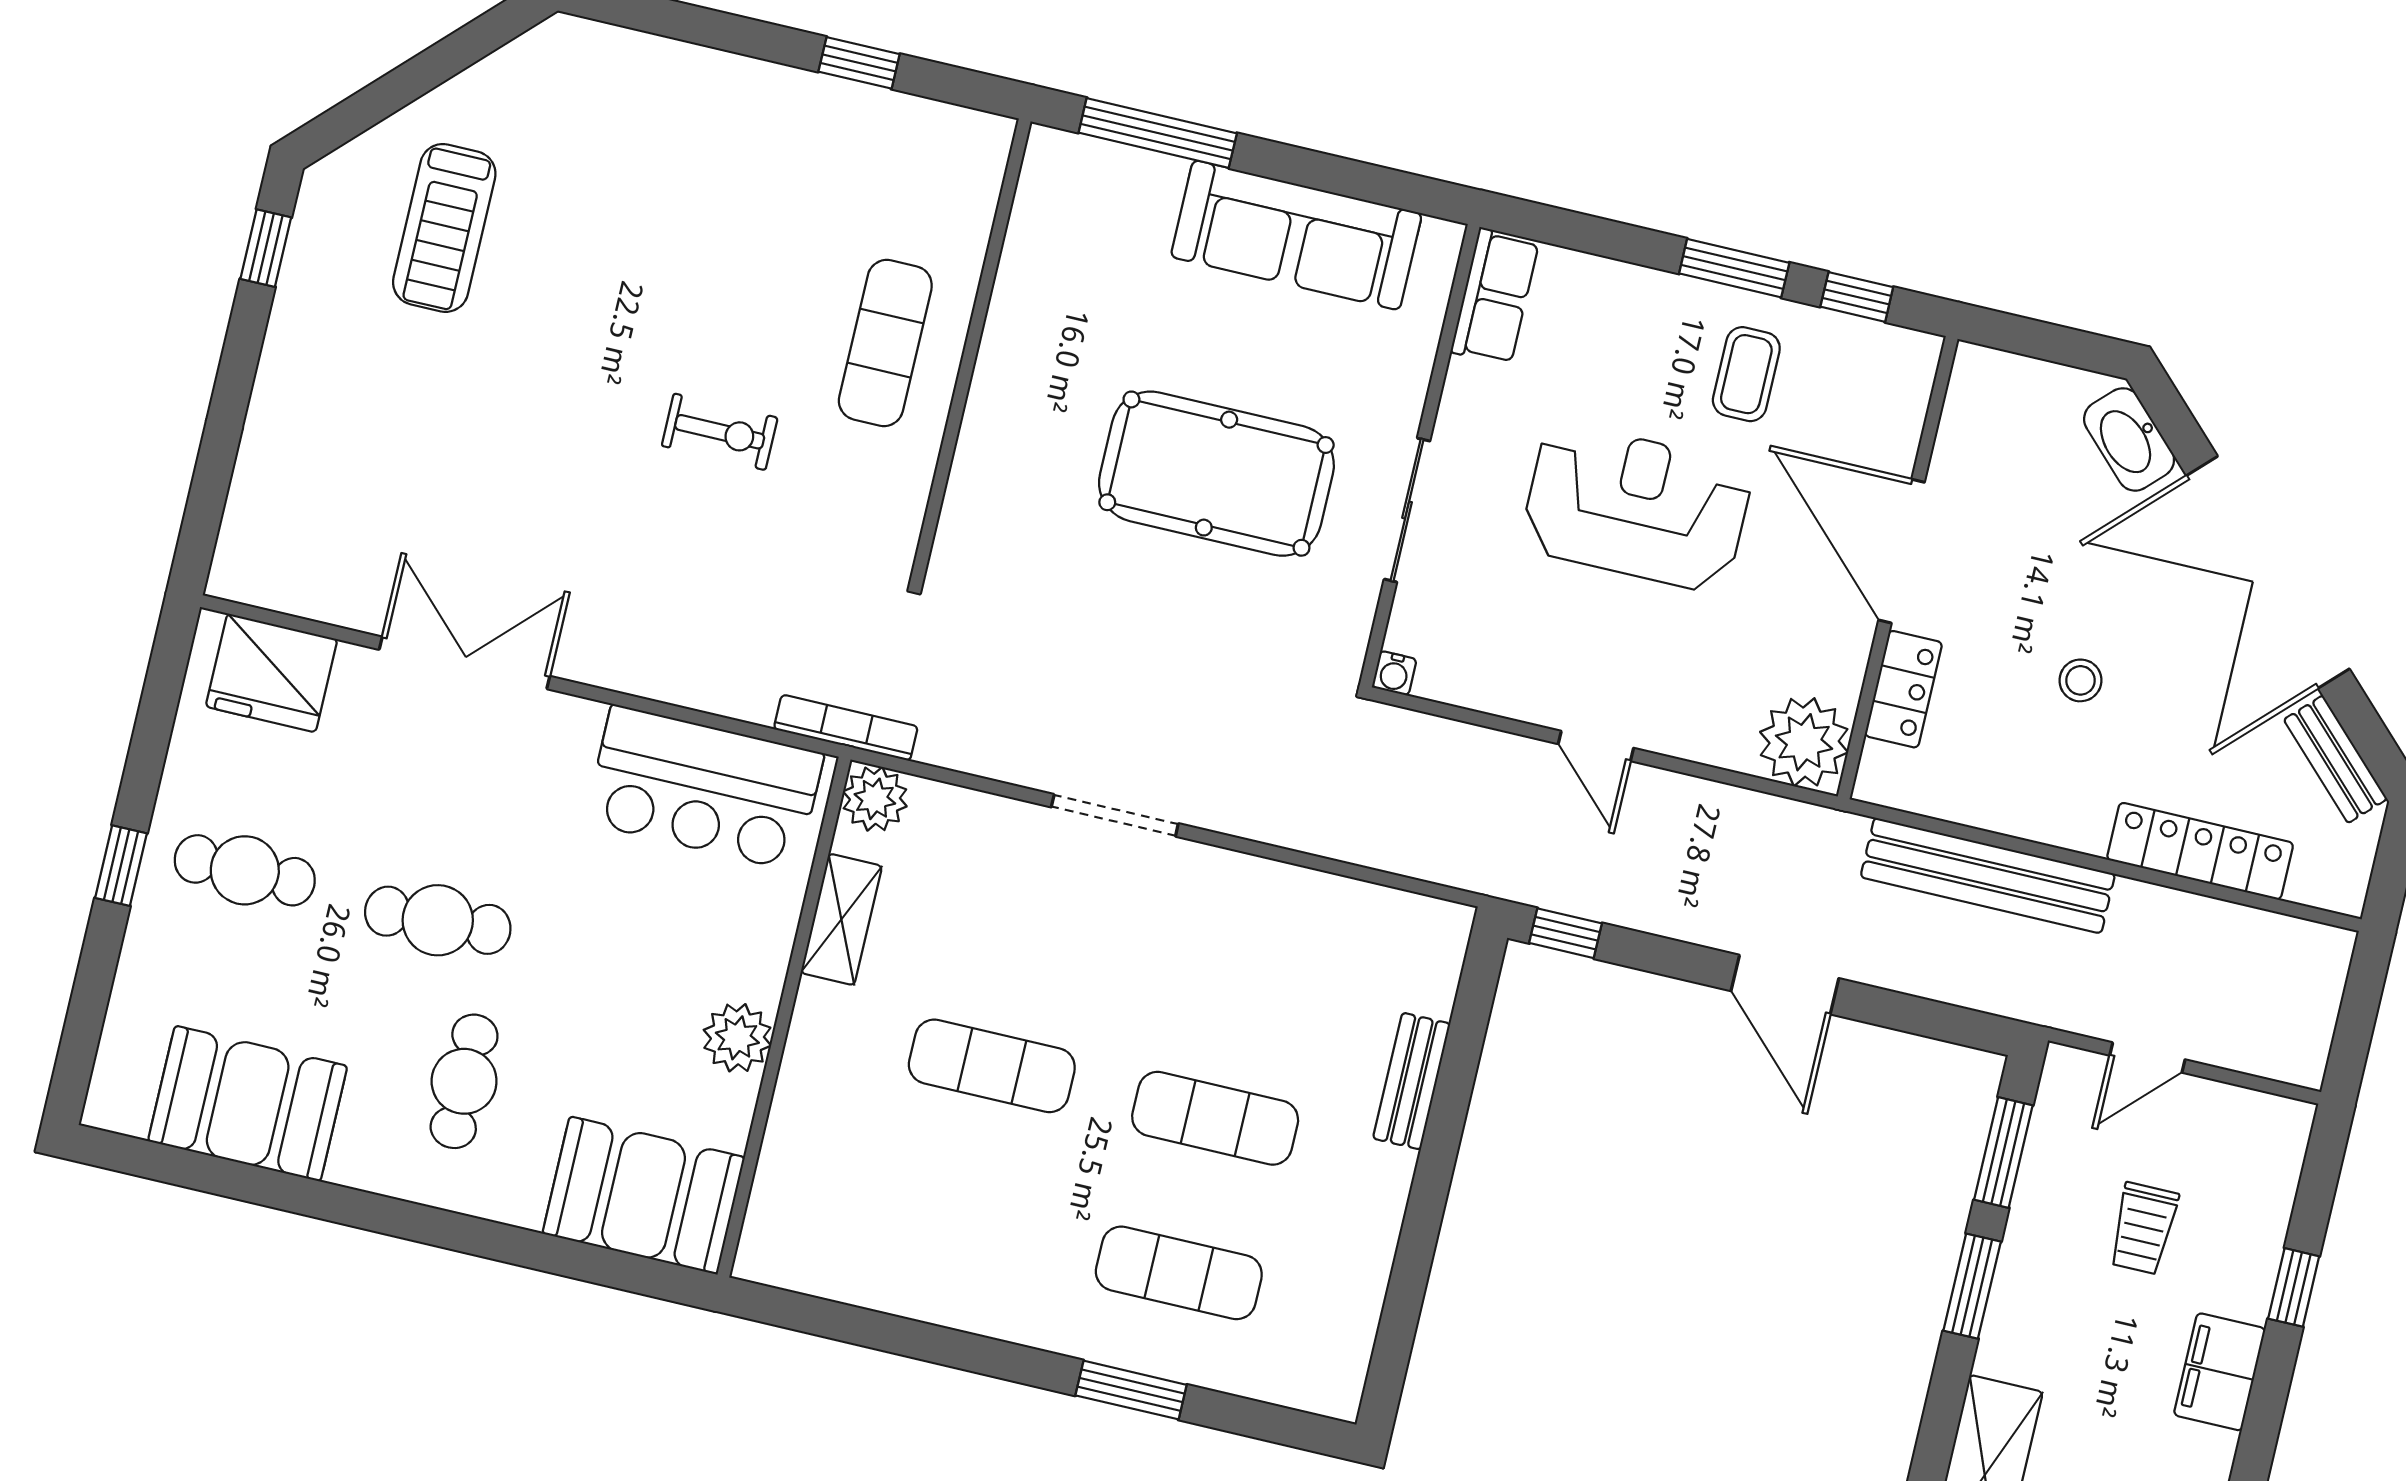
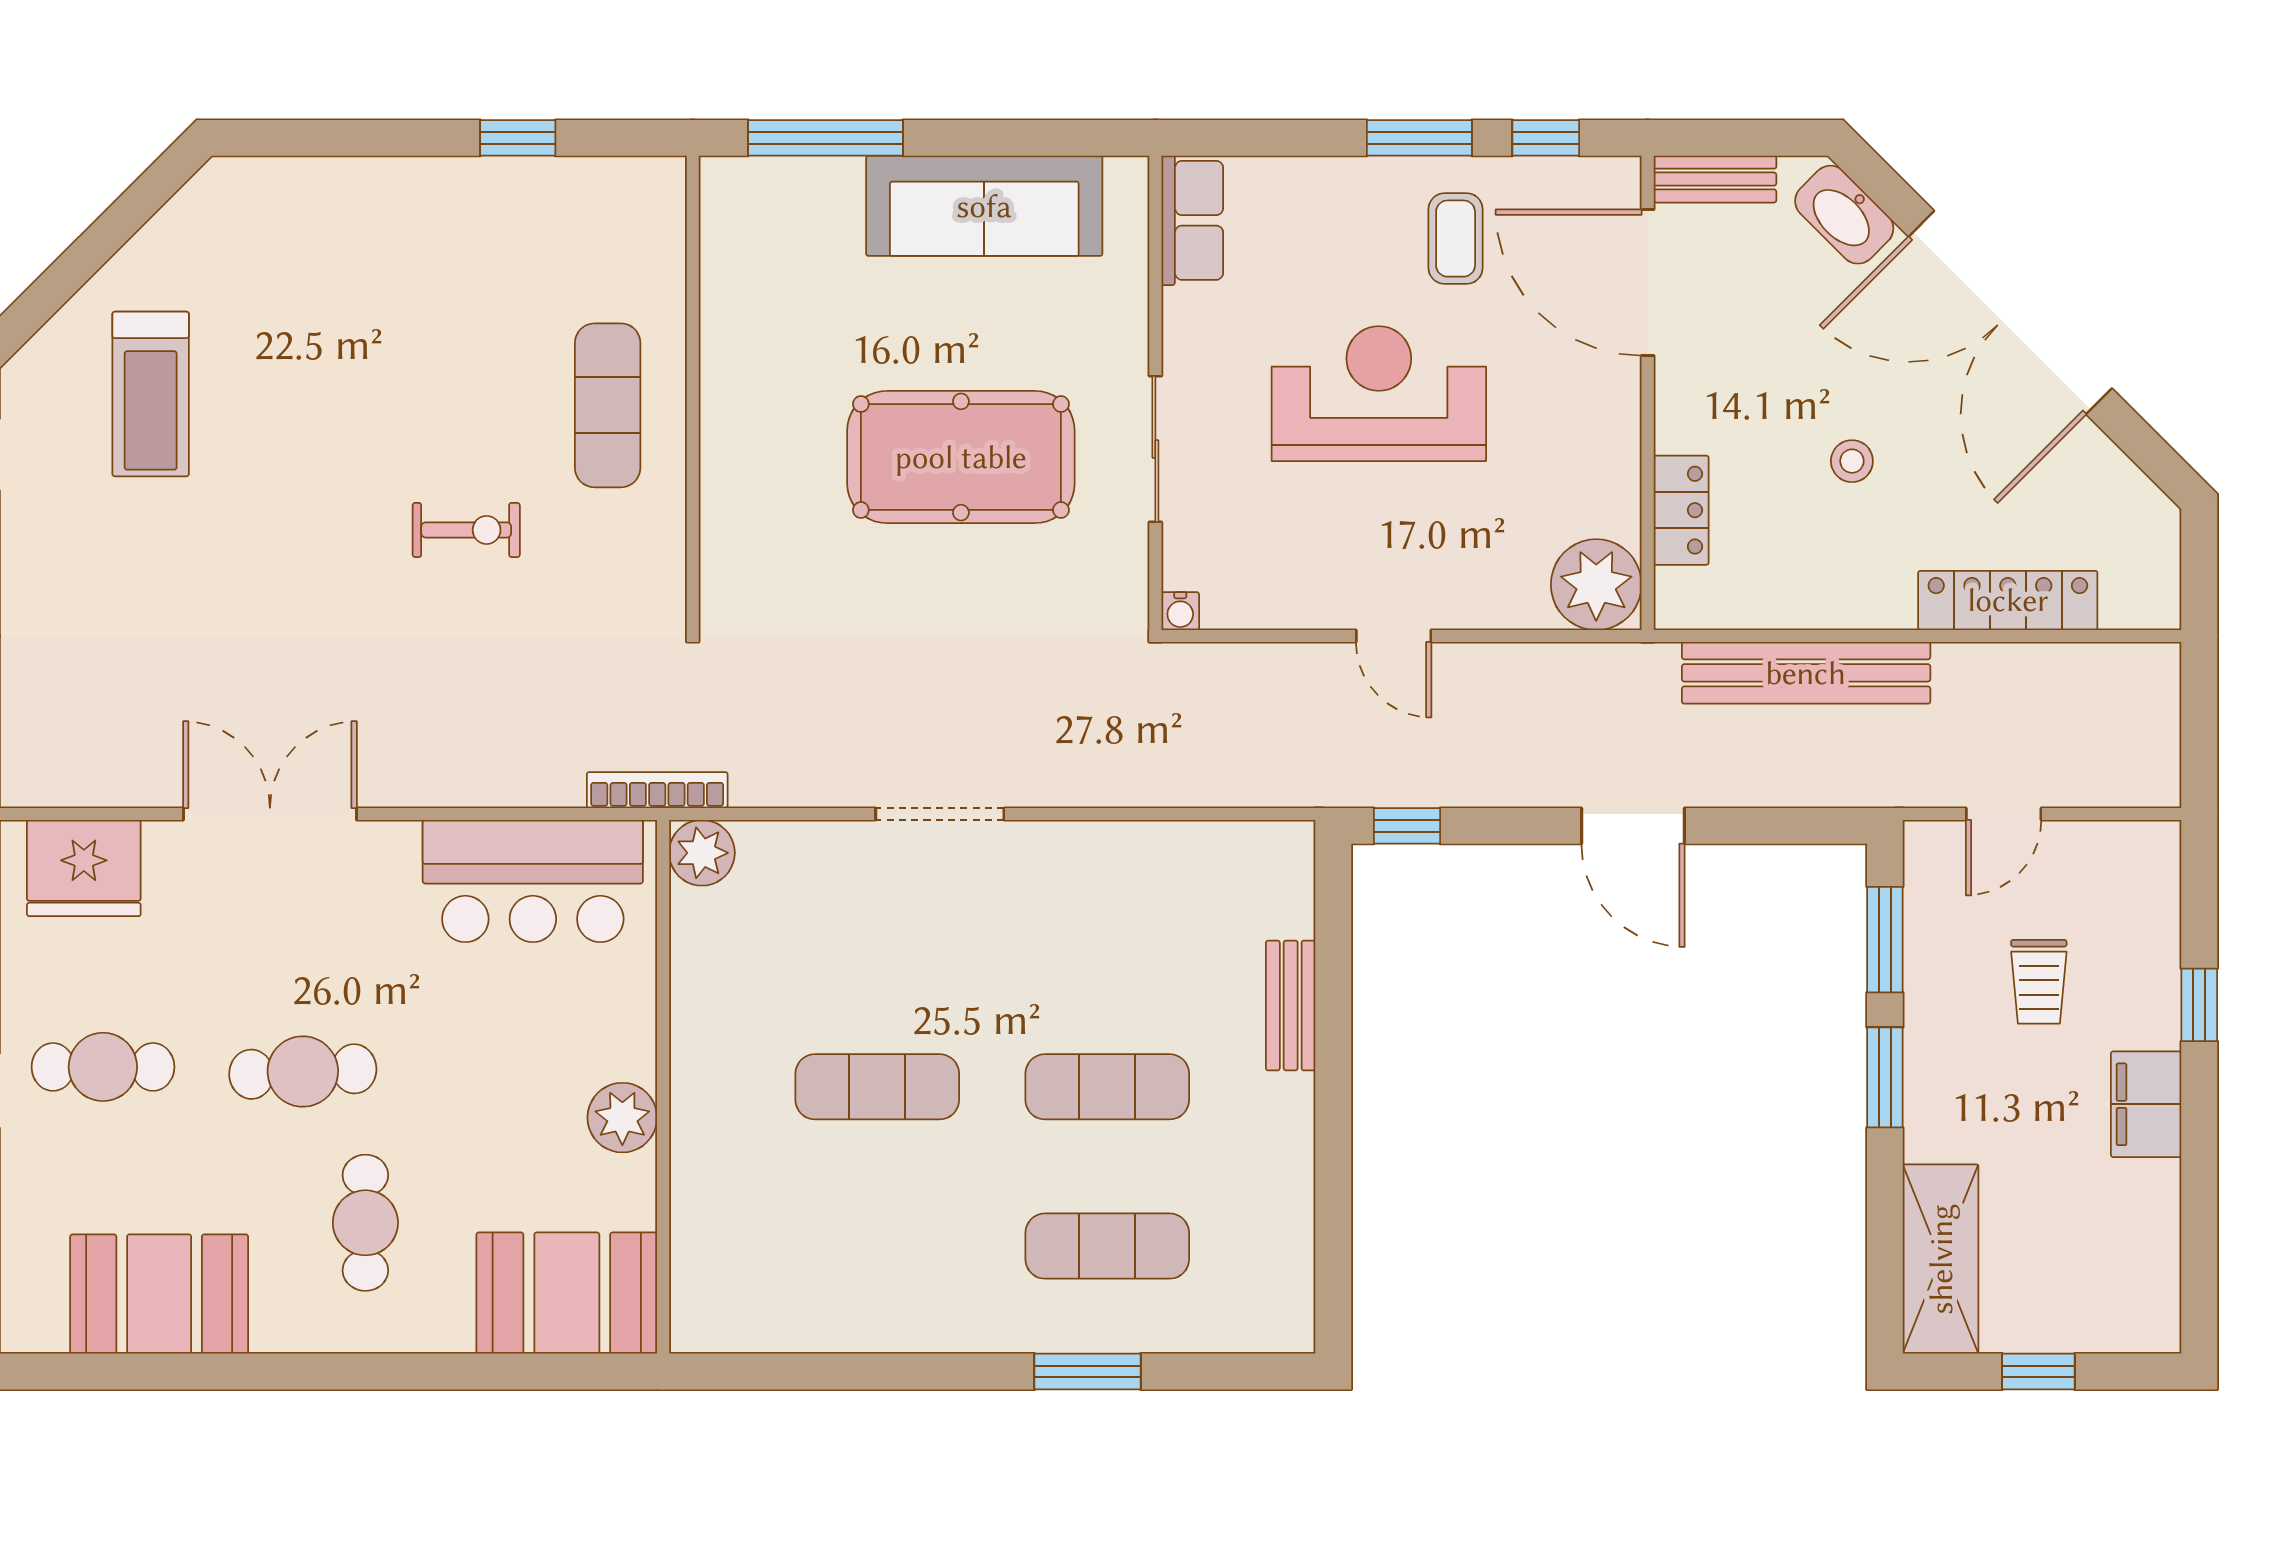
door: (1902, 551) -> (1648, 283), moved
bench: (2335, 759) -> (1715, 179), moved, turned -45
shelving: (841, 919) -> (697, 978), removed

